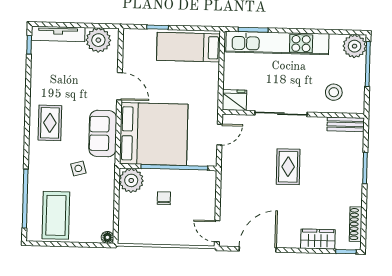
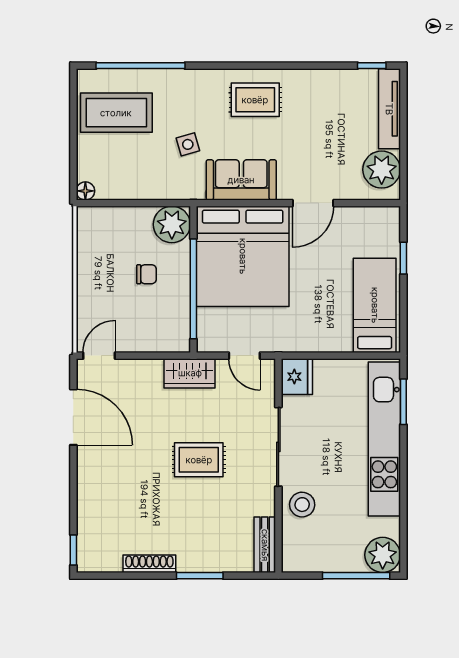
stool: (334, 92) -> (302, 505), moved
shoe rack: (356, 224) -> (149, 564), moved
wardrobe: (318, 239) -> (190, 373), moved, turned 90

